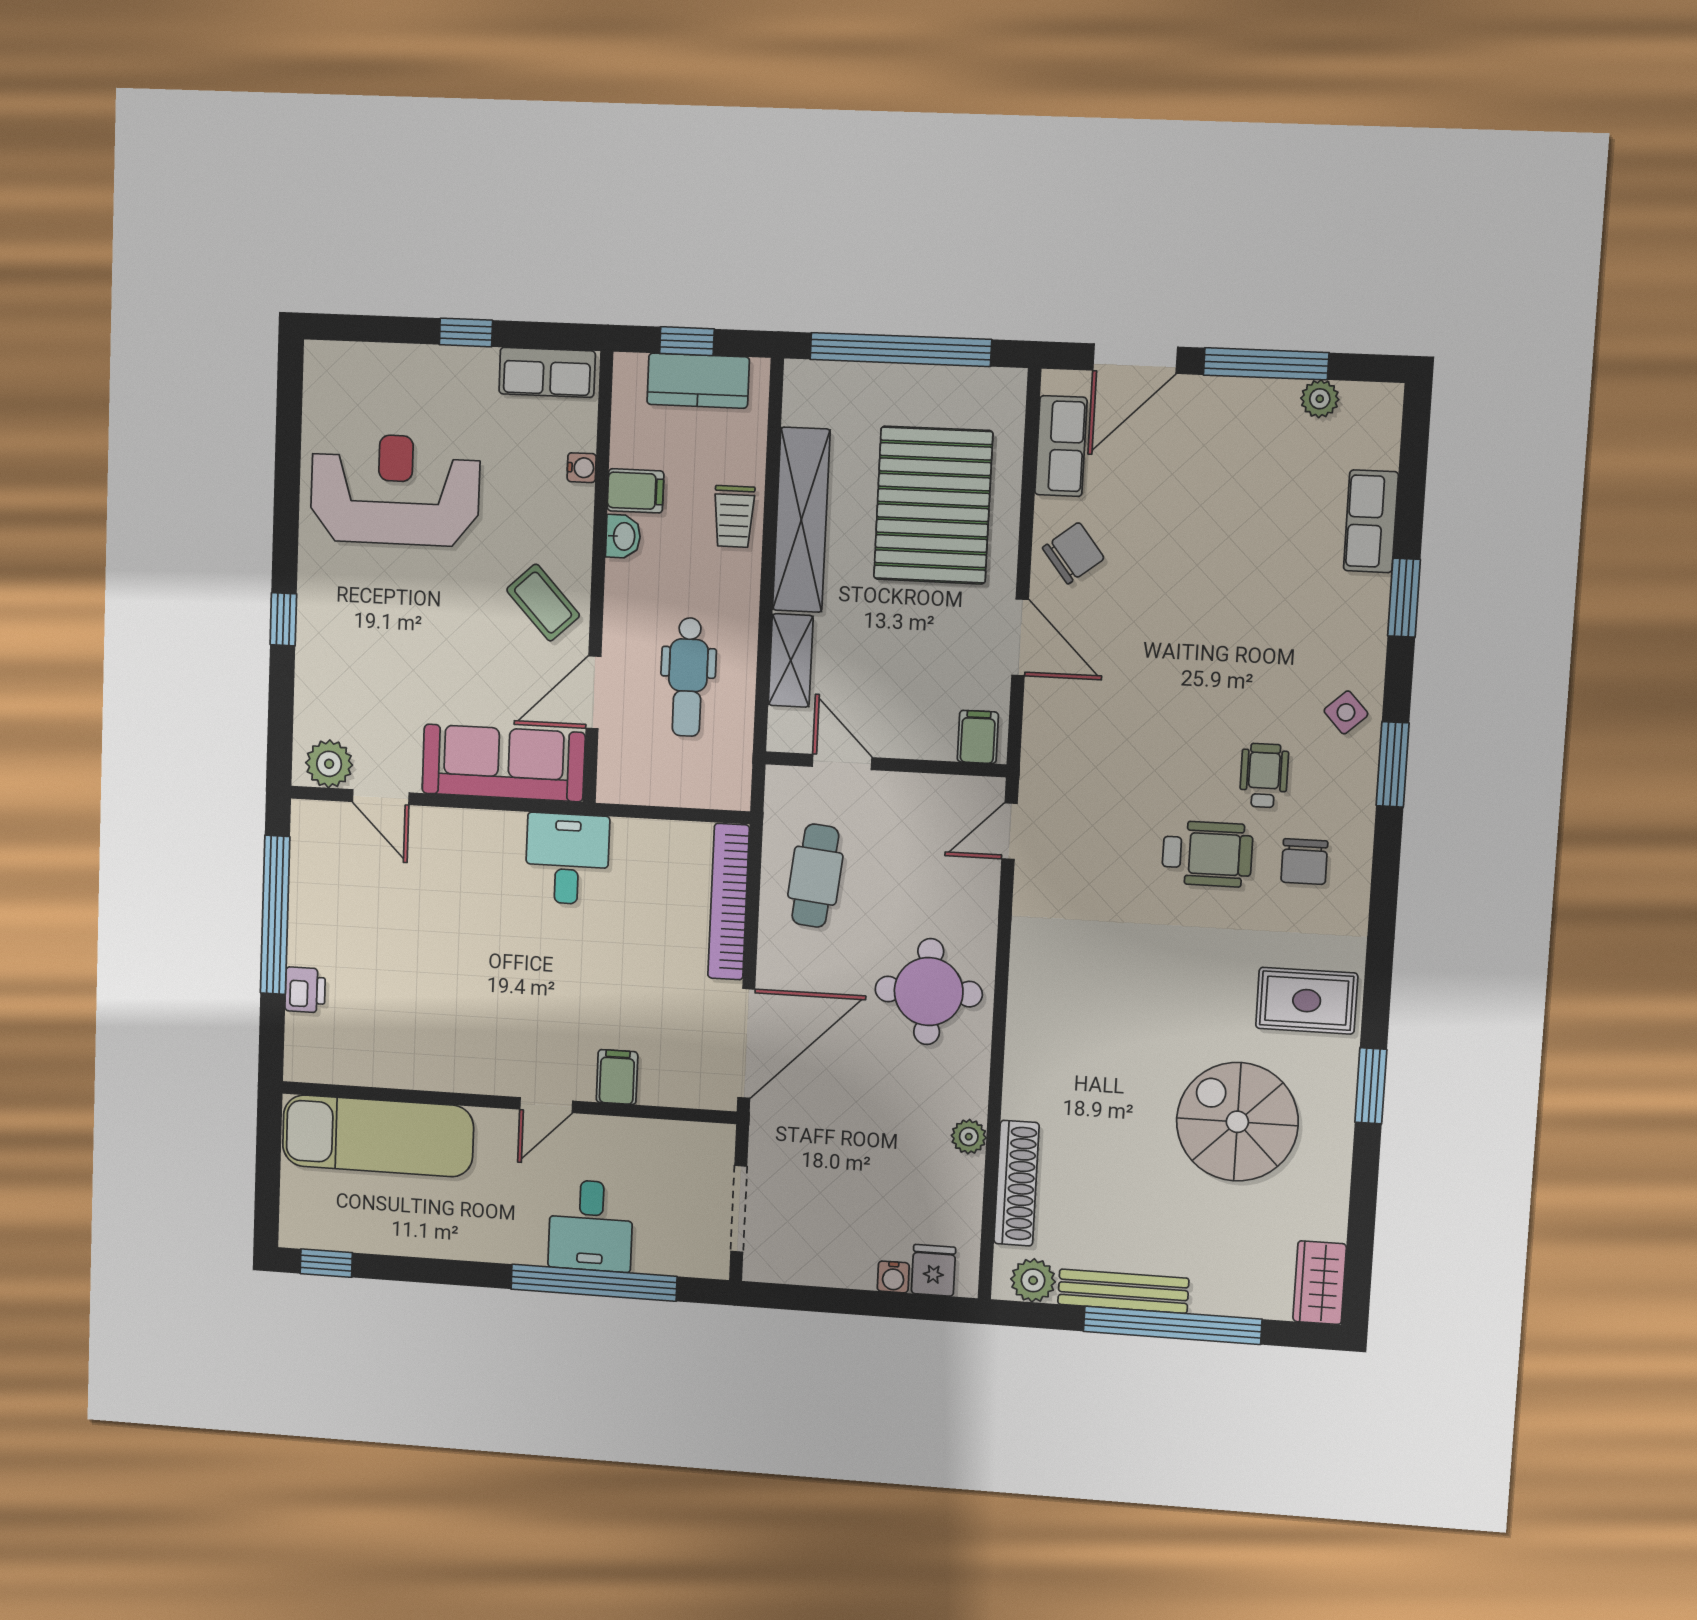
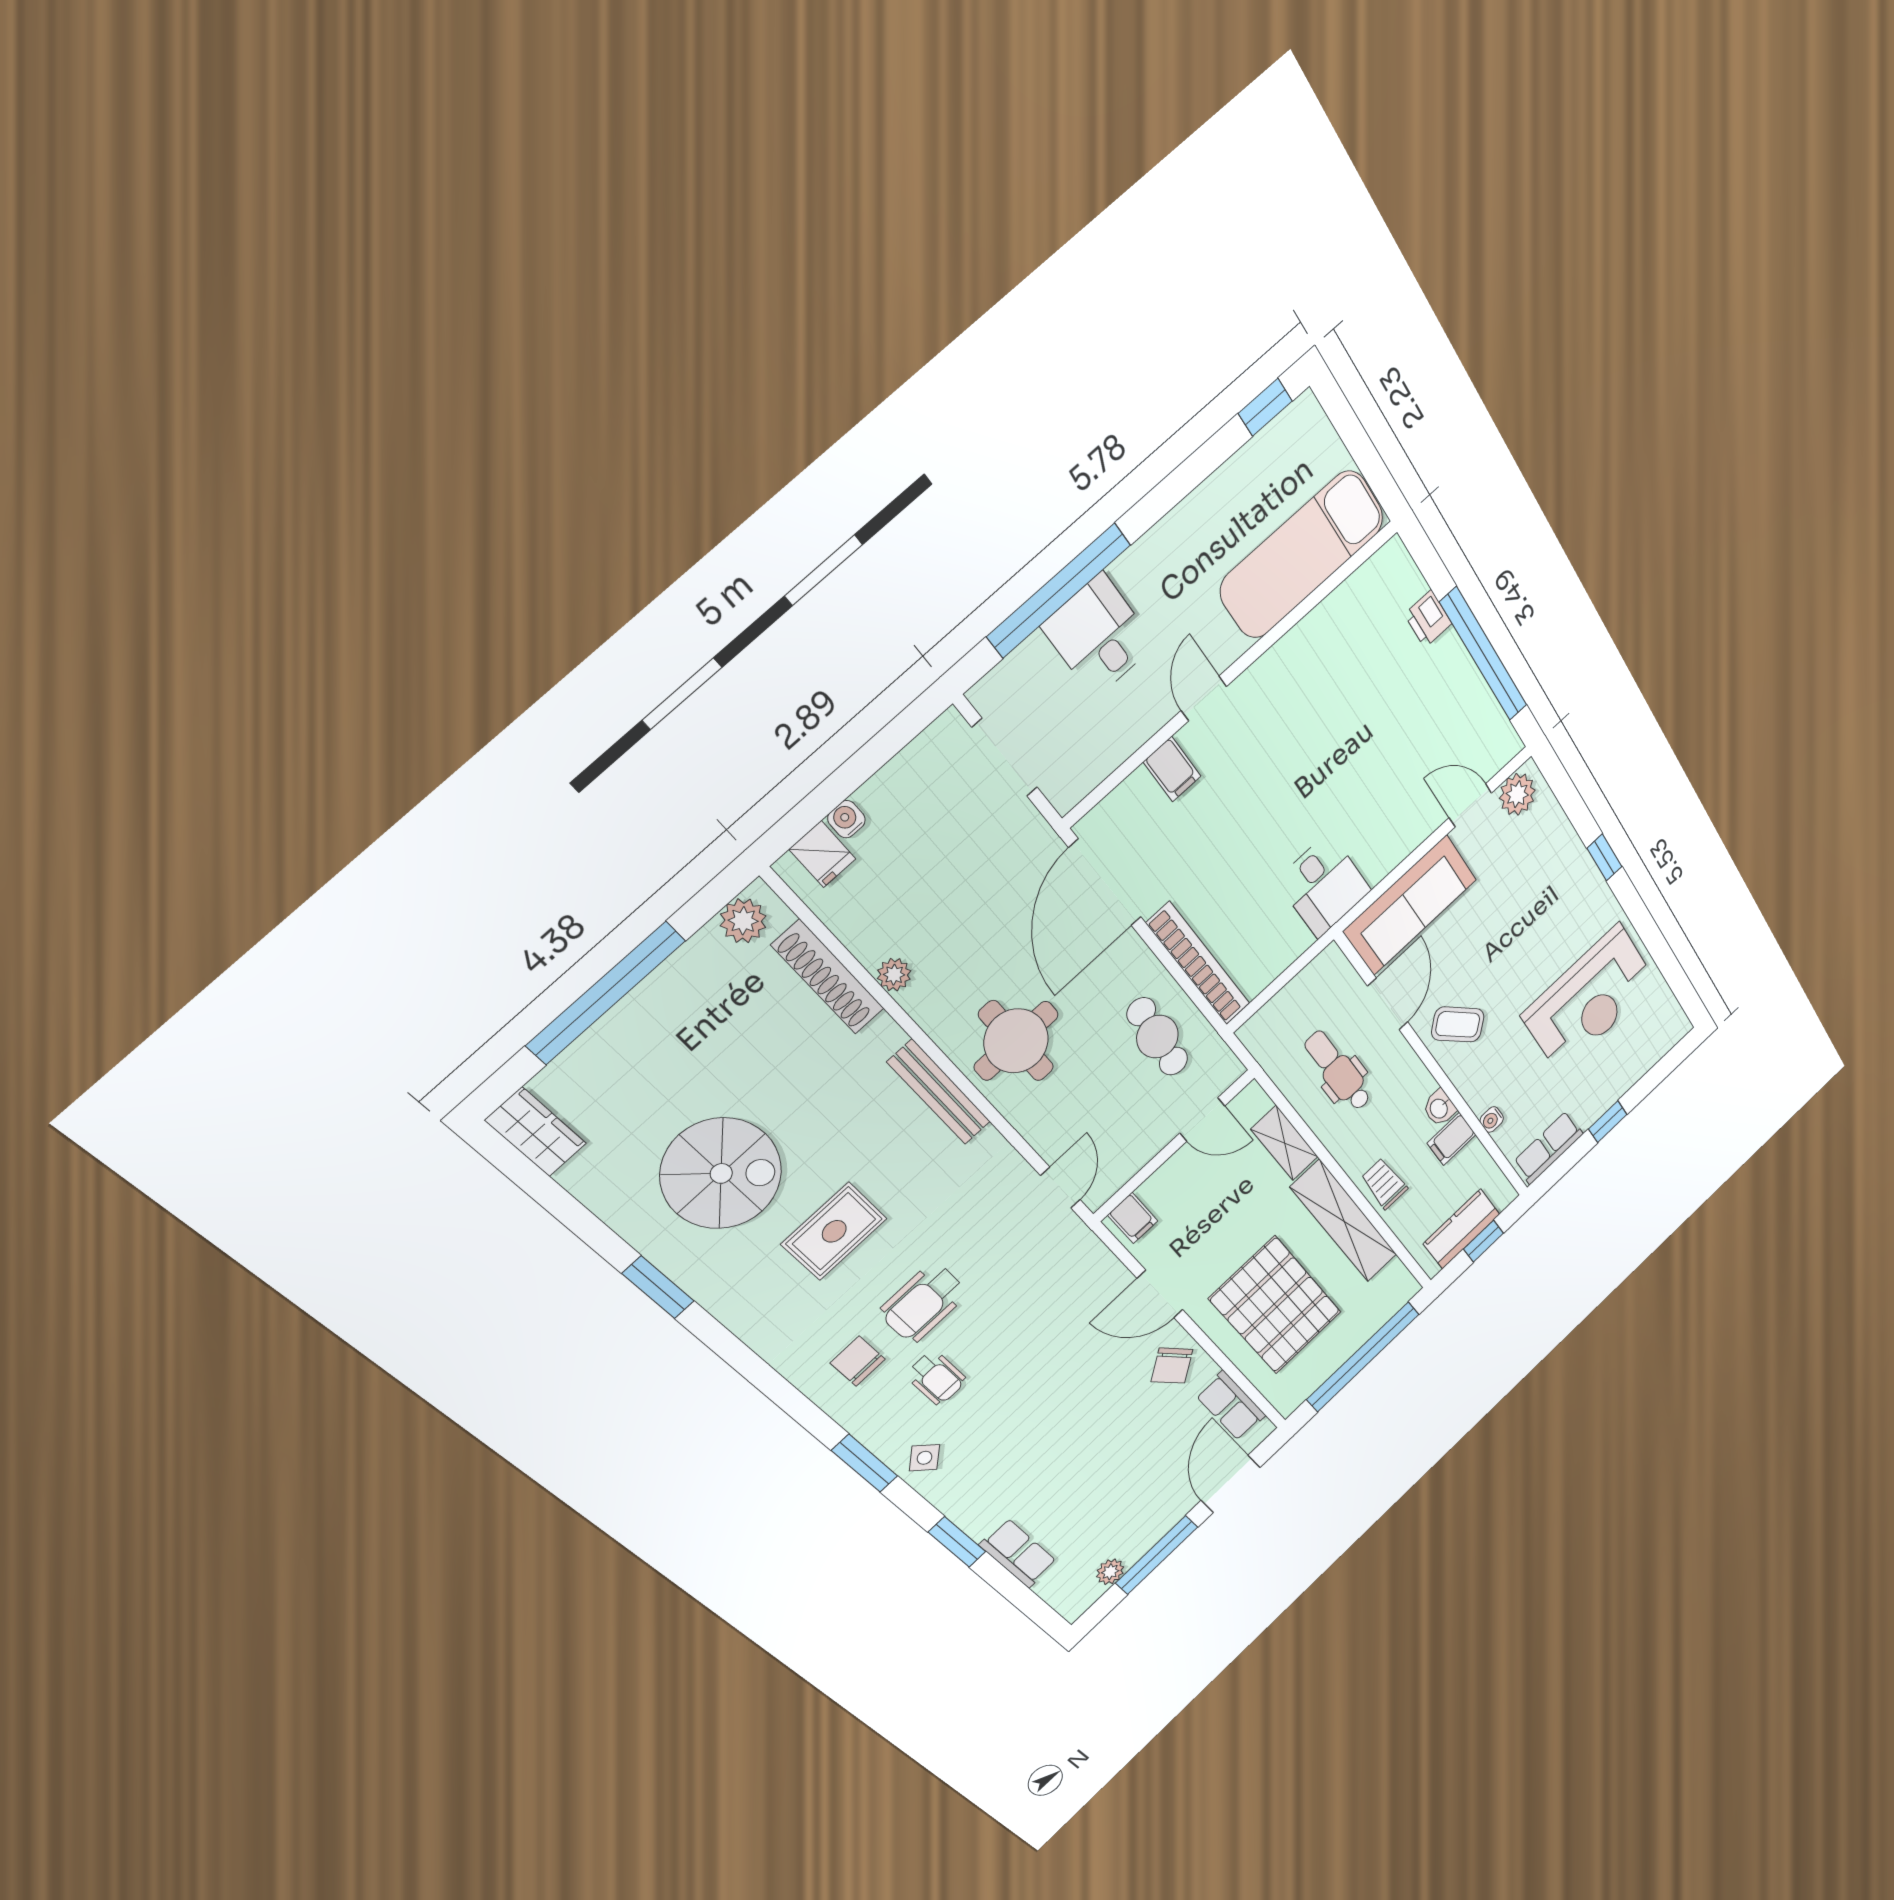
rug: (1307, 1001) -> (834, 1231), moved
bench: (1123, 1291) -> (939, 1092), moved, turned 90

